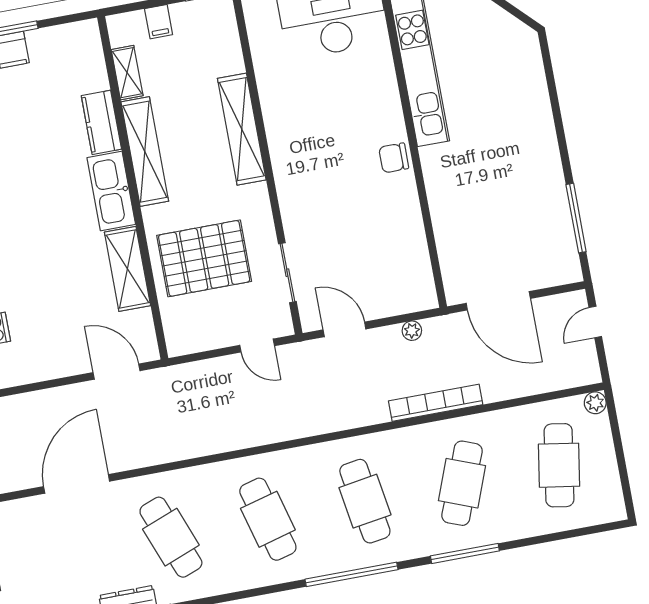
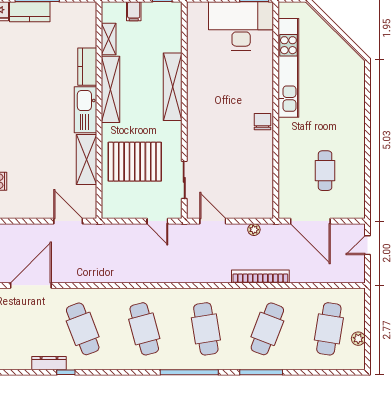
chair: (394, 158) -> (262, 122), turned 90
cafe table: (507, 217) -> (325, 171), added
window: (576, 218) -> (367, 179), removed
plant: (595, 403) -> (358, 339), moved

